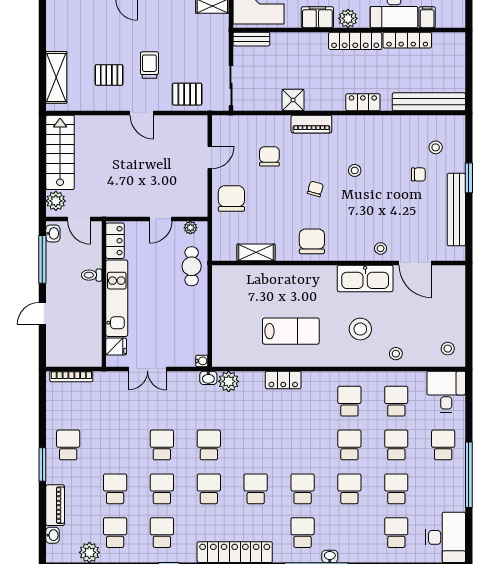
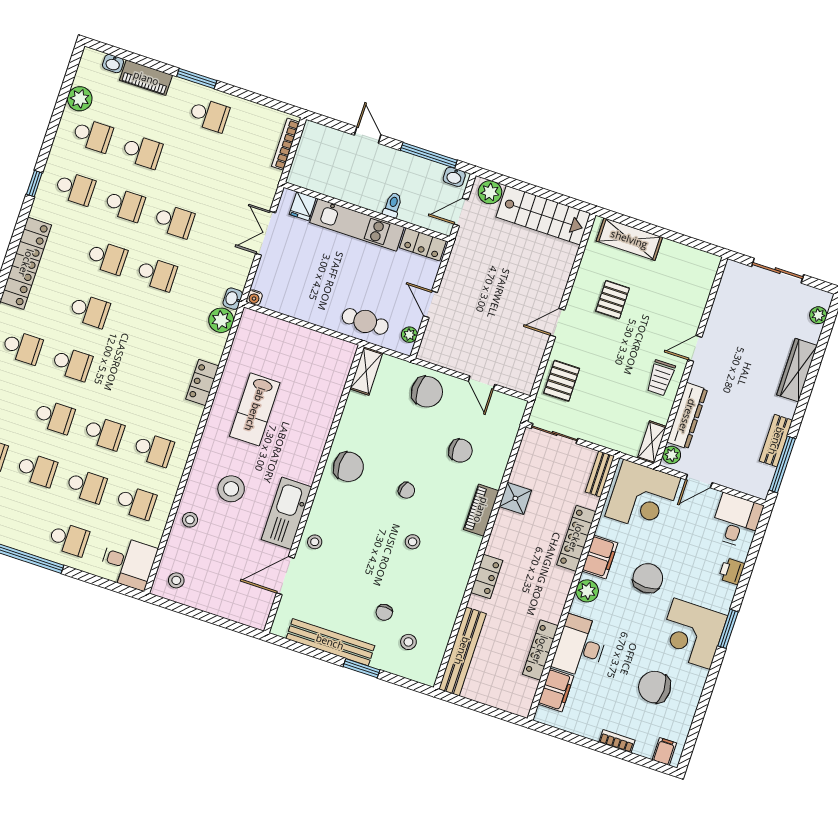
filing cabinet: (427, 17) -> (556, 690), width x2.00
locker: (355, 41) -> (576, 538), moved
trolley: (149, 65) -> (661, 378), moved, turned 90
shelving: (256, 252) -> (366, 371), moved

